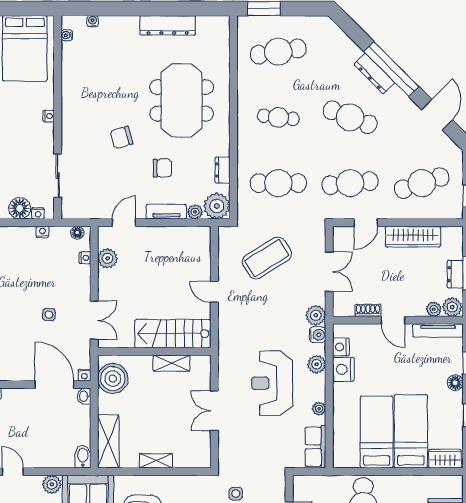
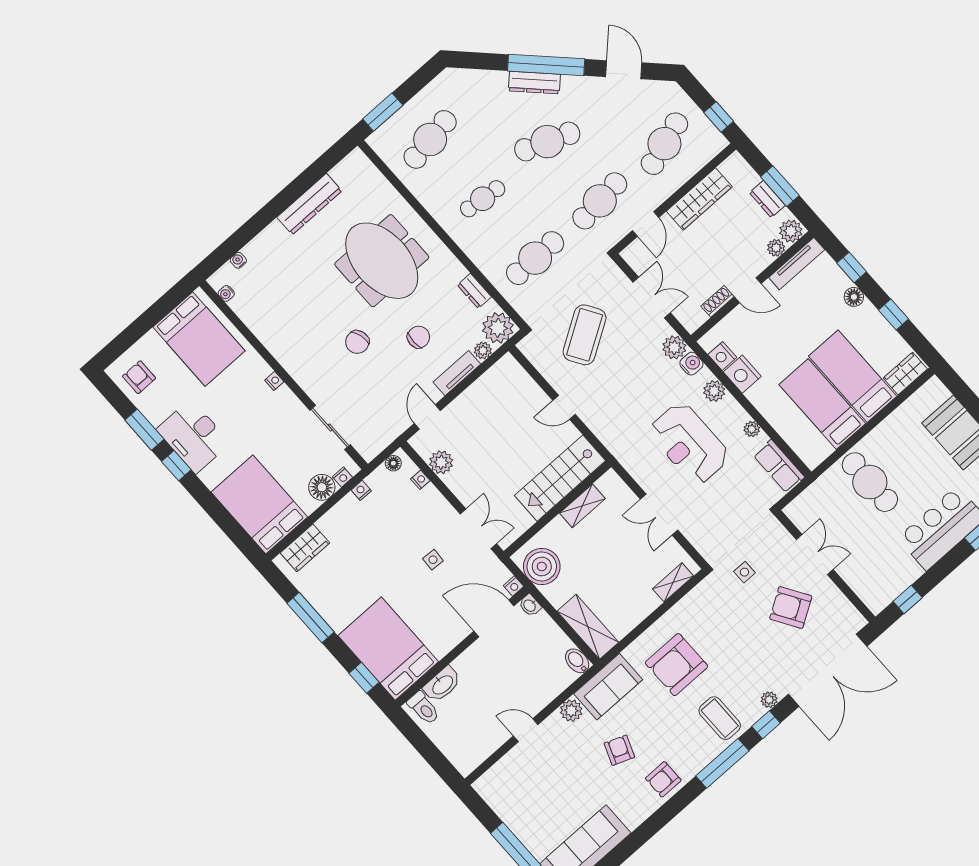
shelving: (156, 461) -> (673, 582), moved

